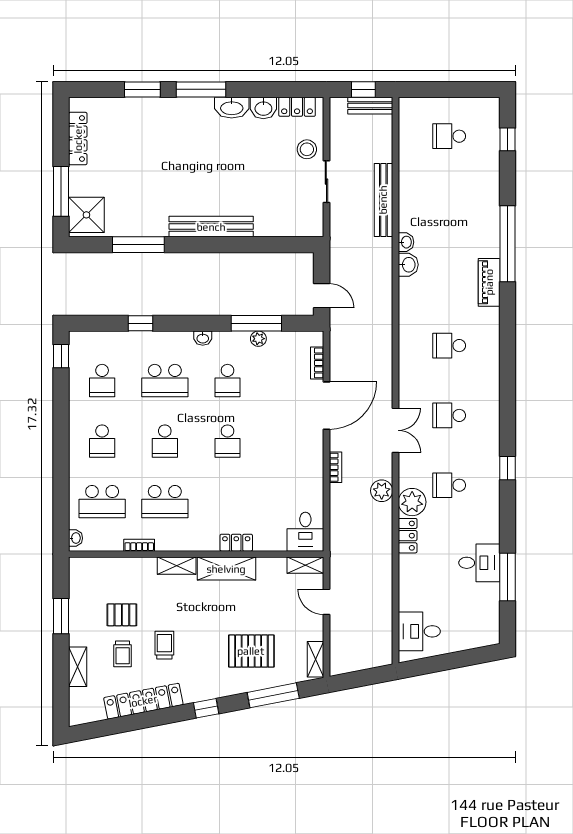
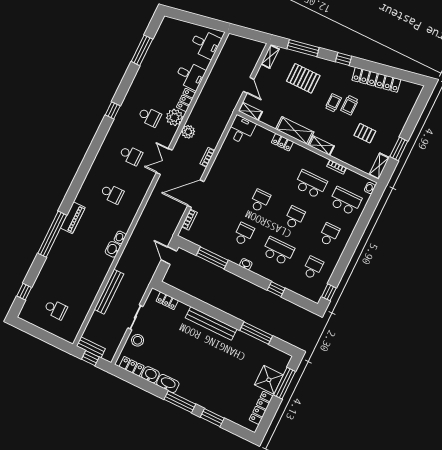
shower: (86, 215) -> (269, 380), moved
locker: (292, 228) -> (167, 301), added
washbasin: (406, 242) -> (120, 237), moved
plant: (258, 339) -> (215, 249), removed
desk: (479, 563) -> (190, 76), moved, turned 180
trolley: (123, 654) -> (333, 103), moved
shelving: (78, 667) -> (379, 166), moved

